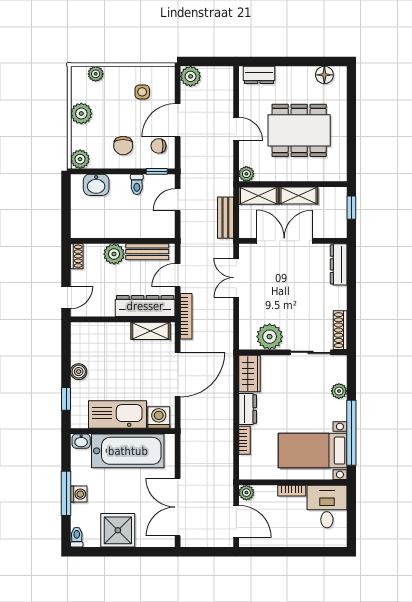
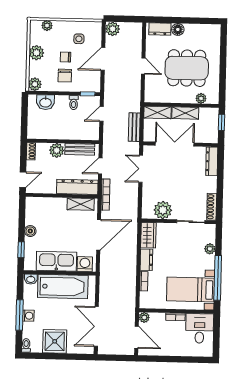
floor lamp: (324, 75) -> (178, 29), moved
chair: (158, 146) -> (65, 57), moved
plant: (246, 174) -> (201, 98), moved

